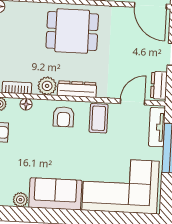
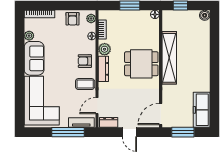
dining table: (72, 31) -> (141, 64), turned 90
door: (133, 102) -> (97, 106), swing flipped

